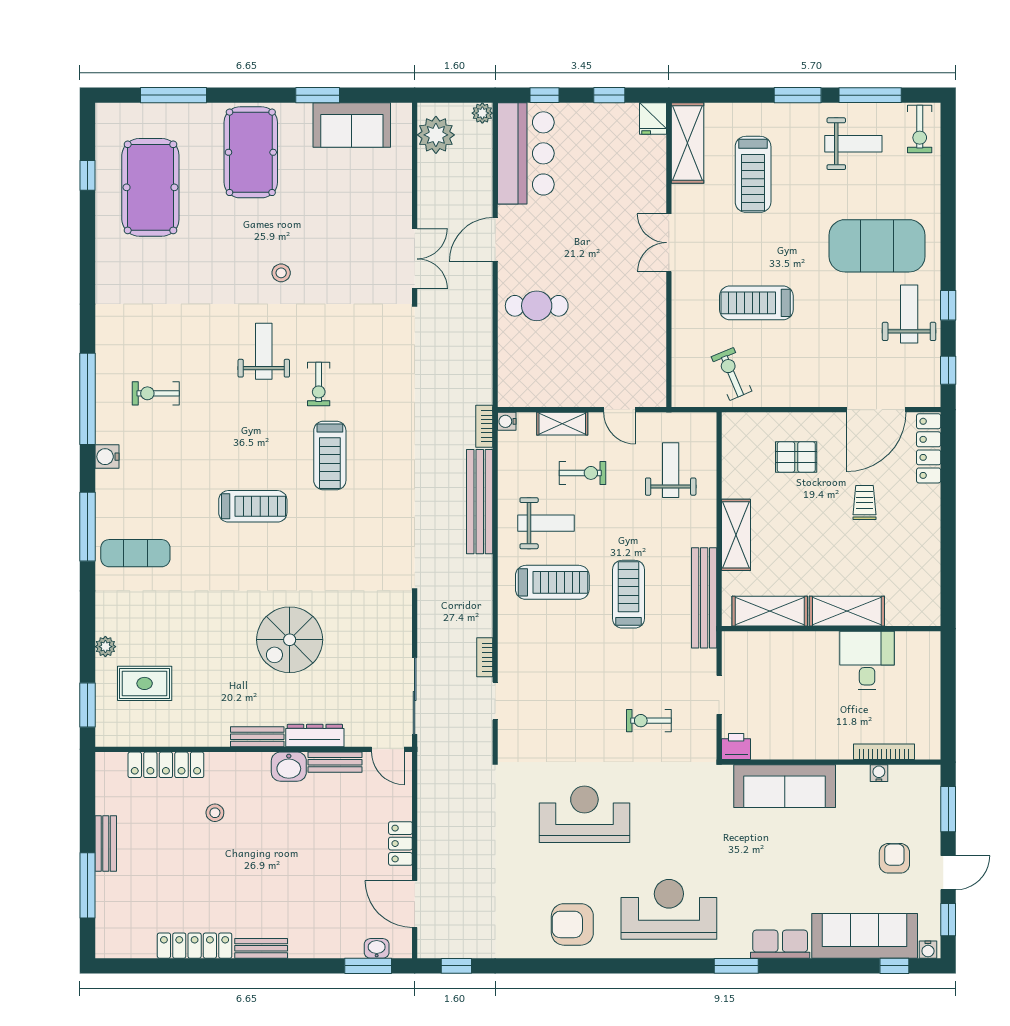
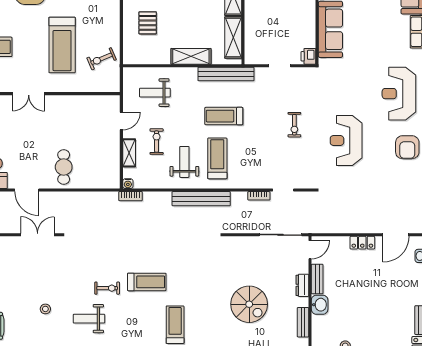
treadmill: (756, 303) -> (62, 45), width x1.37, depth x1.38
bench: (480, 502) -> (201, 199), moved
exercise bike: (649, 721) -> (294, 125), moved
dresser: (315, 736) -> (302, 285), width x0.70

